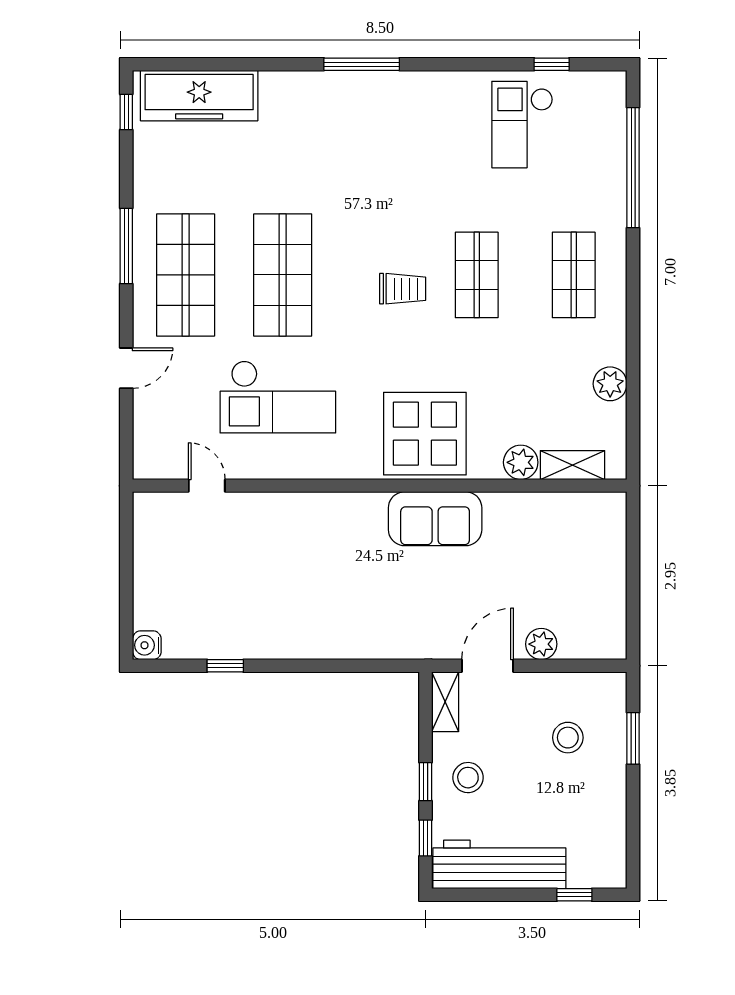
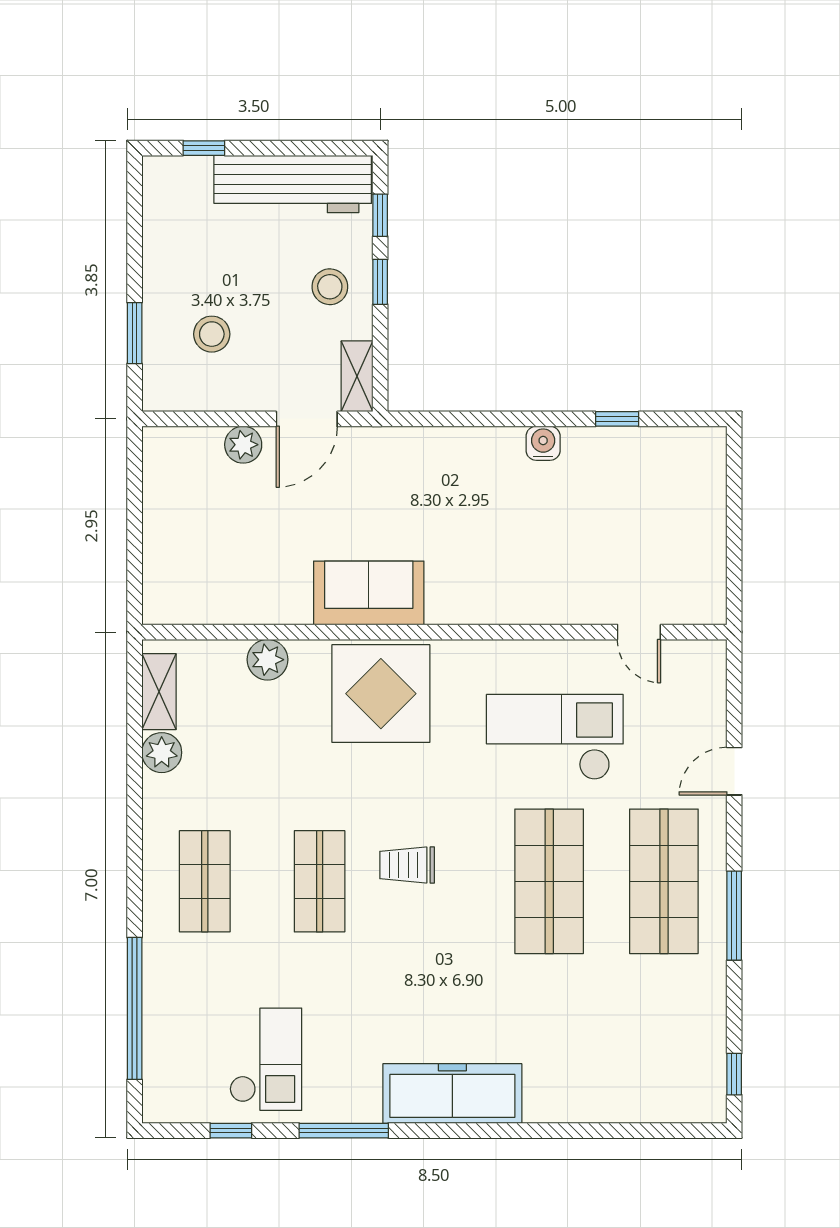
window: (362, 64) -> (344, 1131), moved
freezer: (199, 96) -> (452, 1094), moved
shelving: (573, 465) -> (159, 692), moved, turned 90
water cooler: (147, 645) -> (543, 443), moved, turned -90

